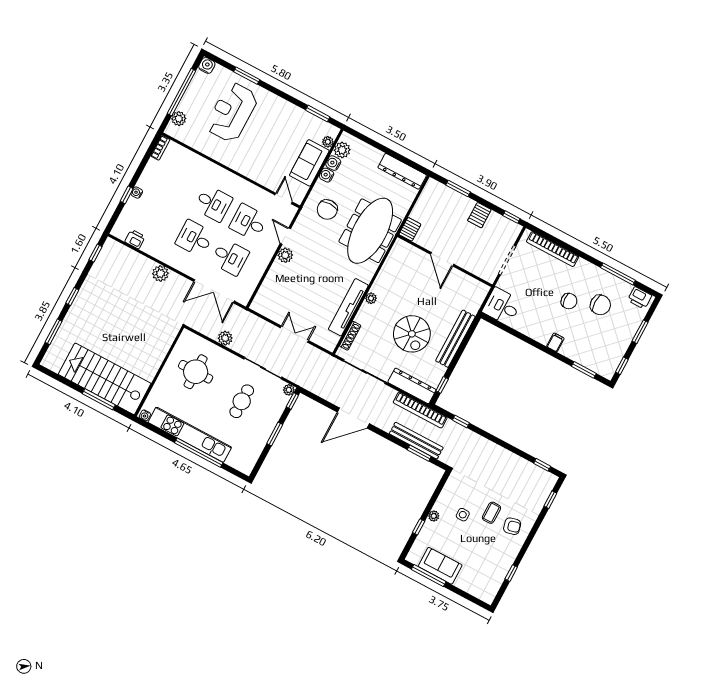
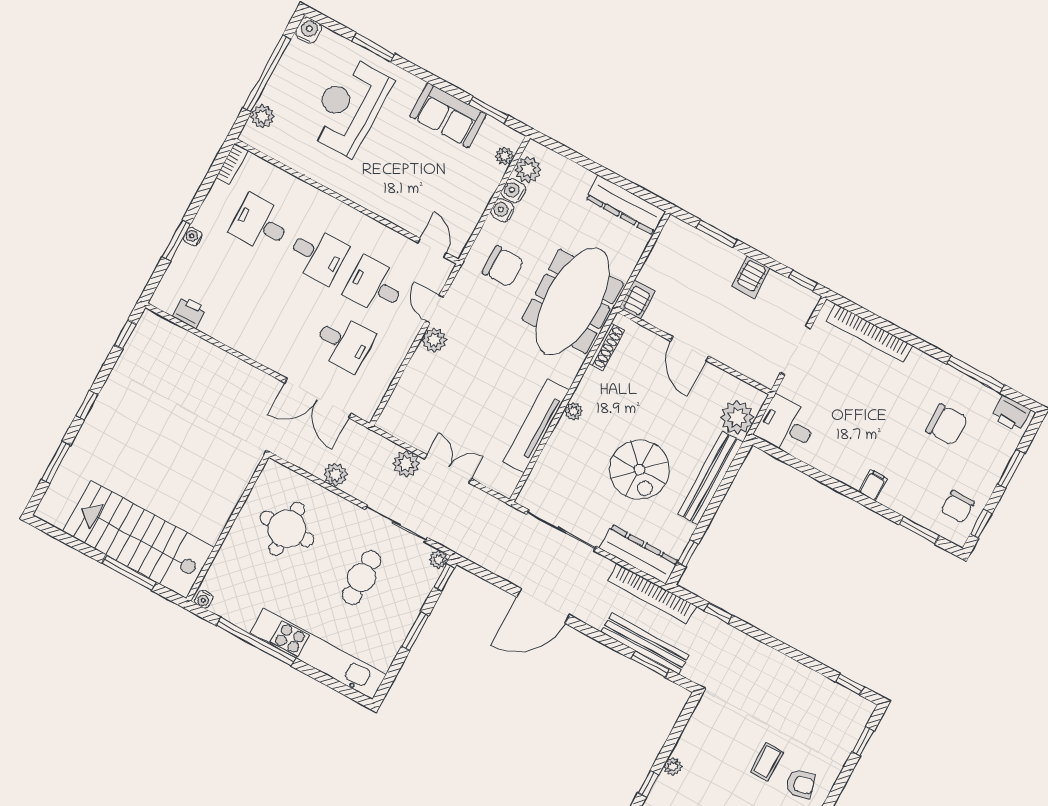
sofa: (309, 163) -> (448, 115), moved, turned -90
window: (127, 195) -> (177, 240), width x1.50
chair: (327, 210) -> (503, 266), turned -90
desk: (195, 238) -> (260, 224), moved
plant: (160, 273) -> (406, 464), moved
plant: (472, 301) -> (737, 417), added
chair: (569, 301) -> (958, 507), moved, turned 93
shoe rack: (350, 336) -> (607, 347), moved
kitchen unit: (190, 435) -> (318, 654), moved
window: (199, 453) -> (256, 642), moved
side table: (463, 515) -> (720, 765), removed

